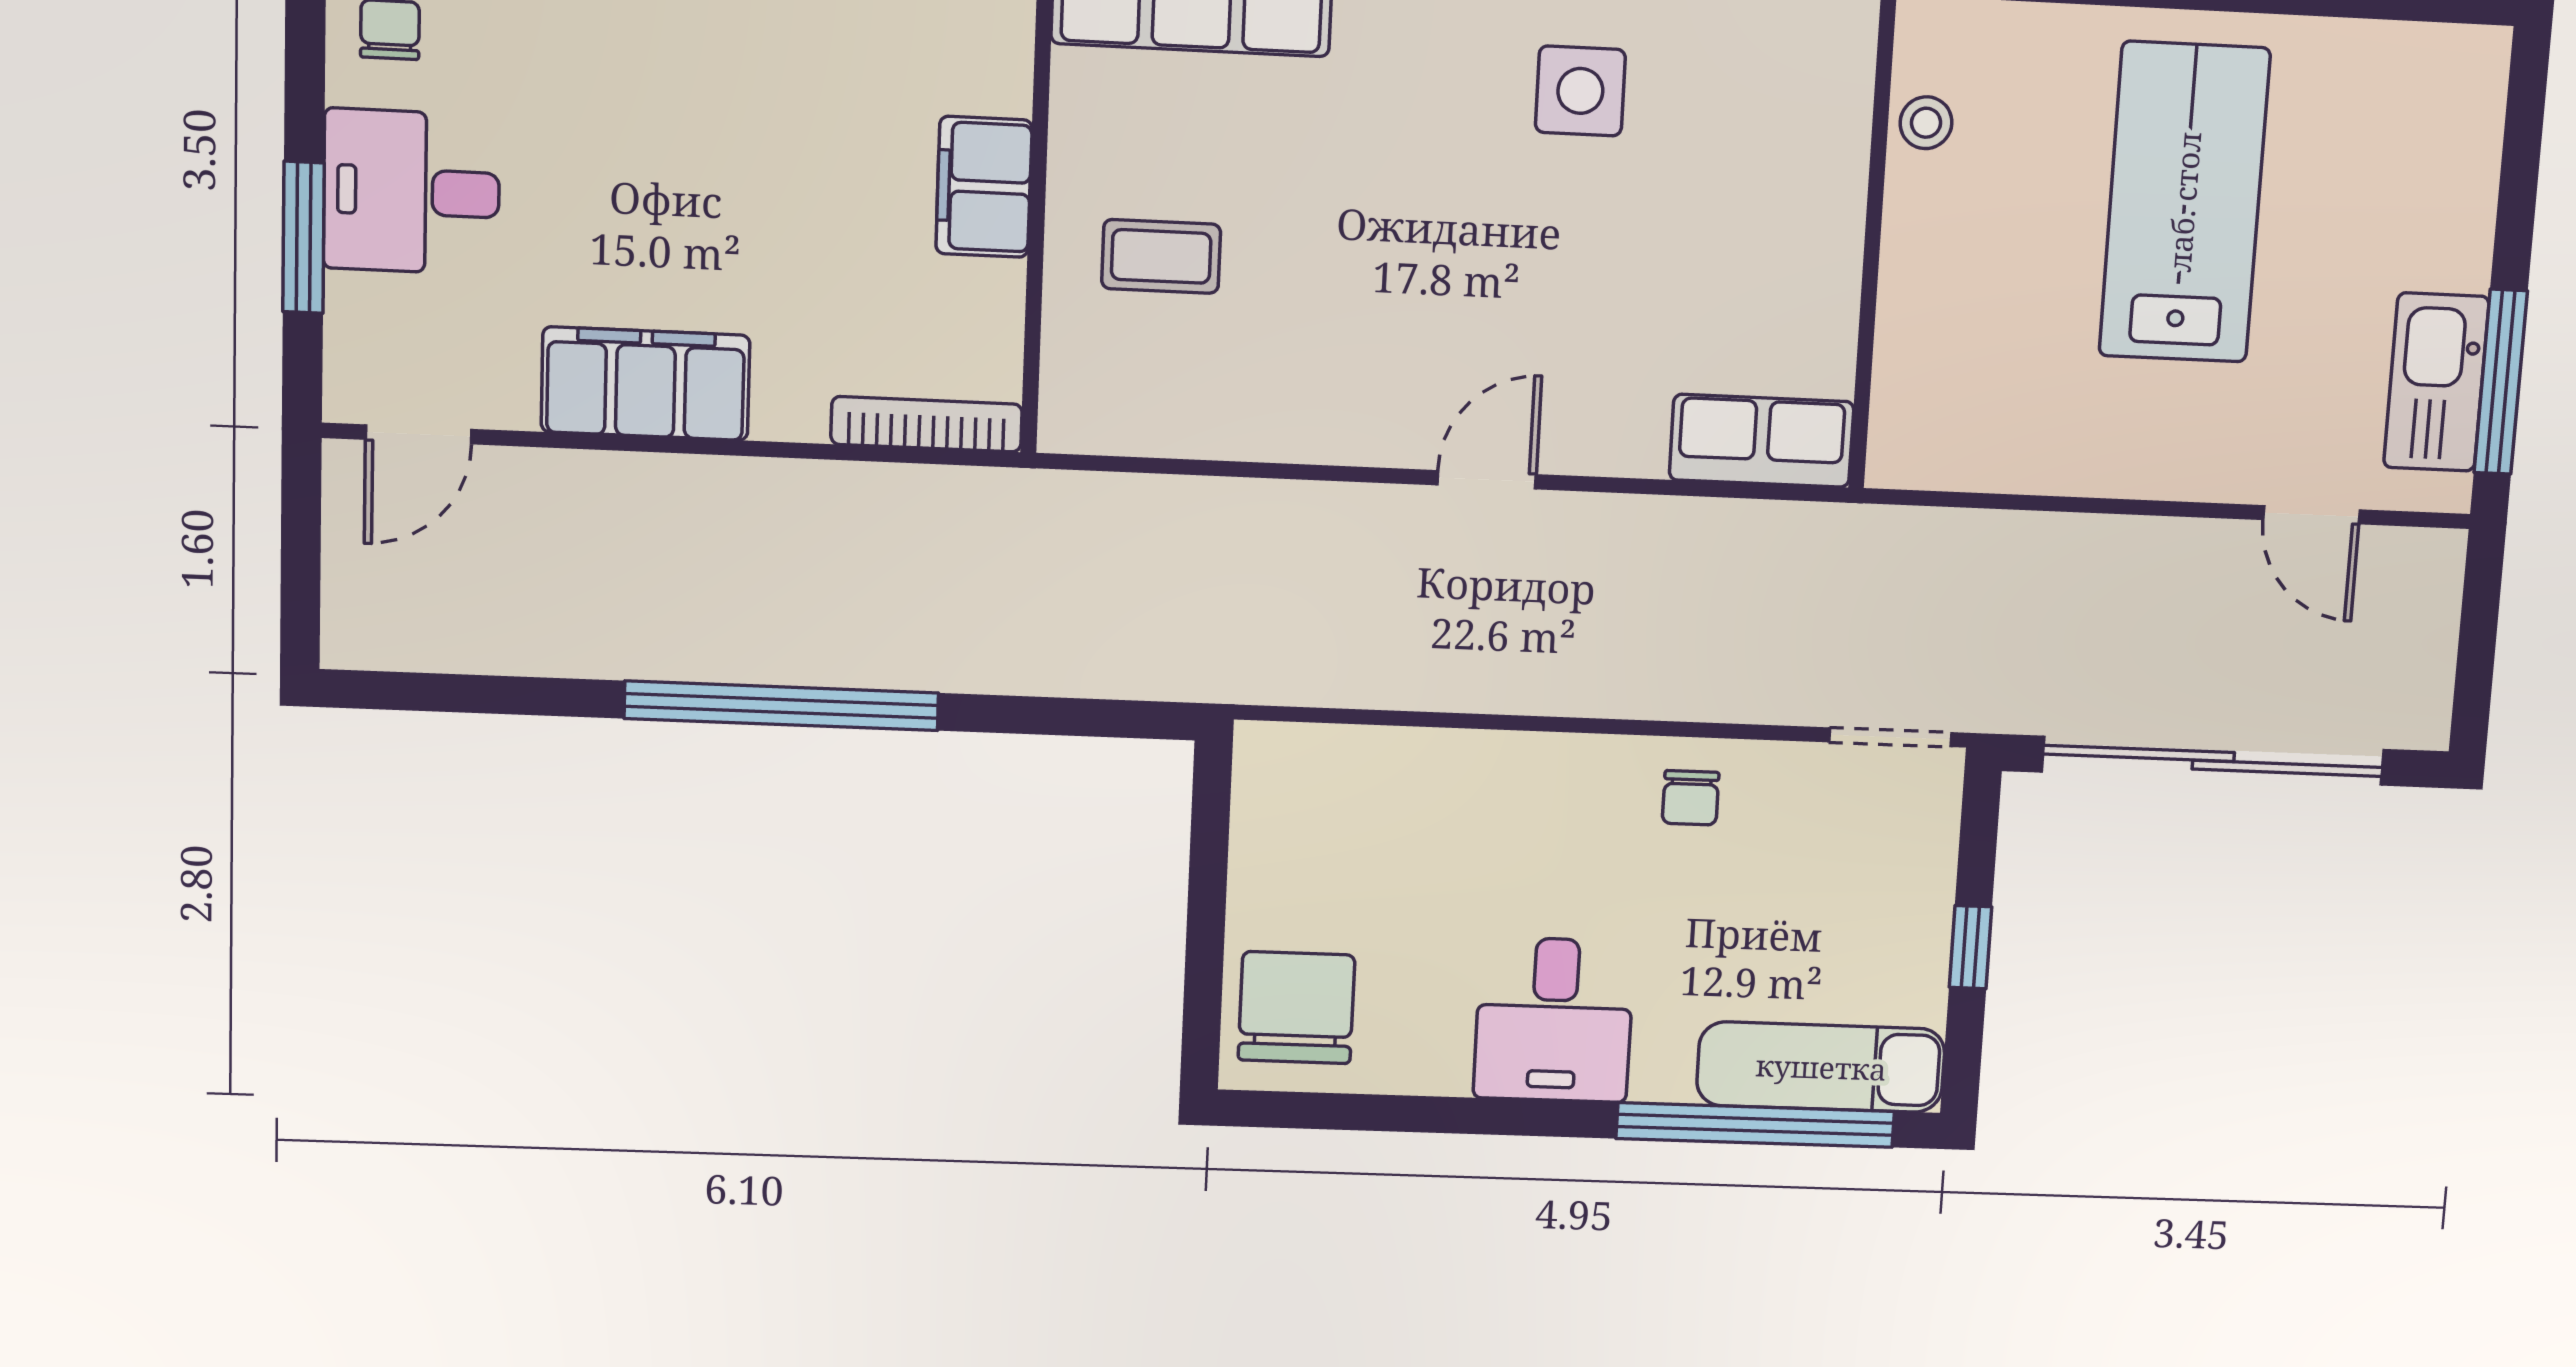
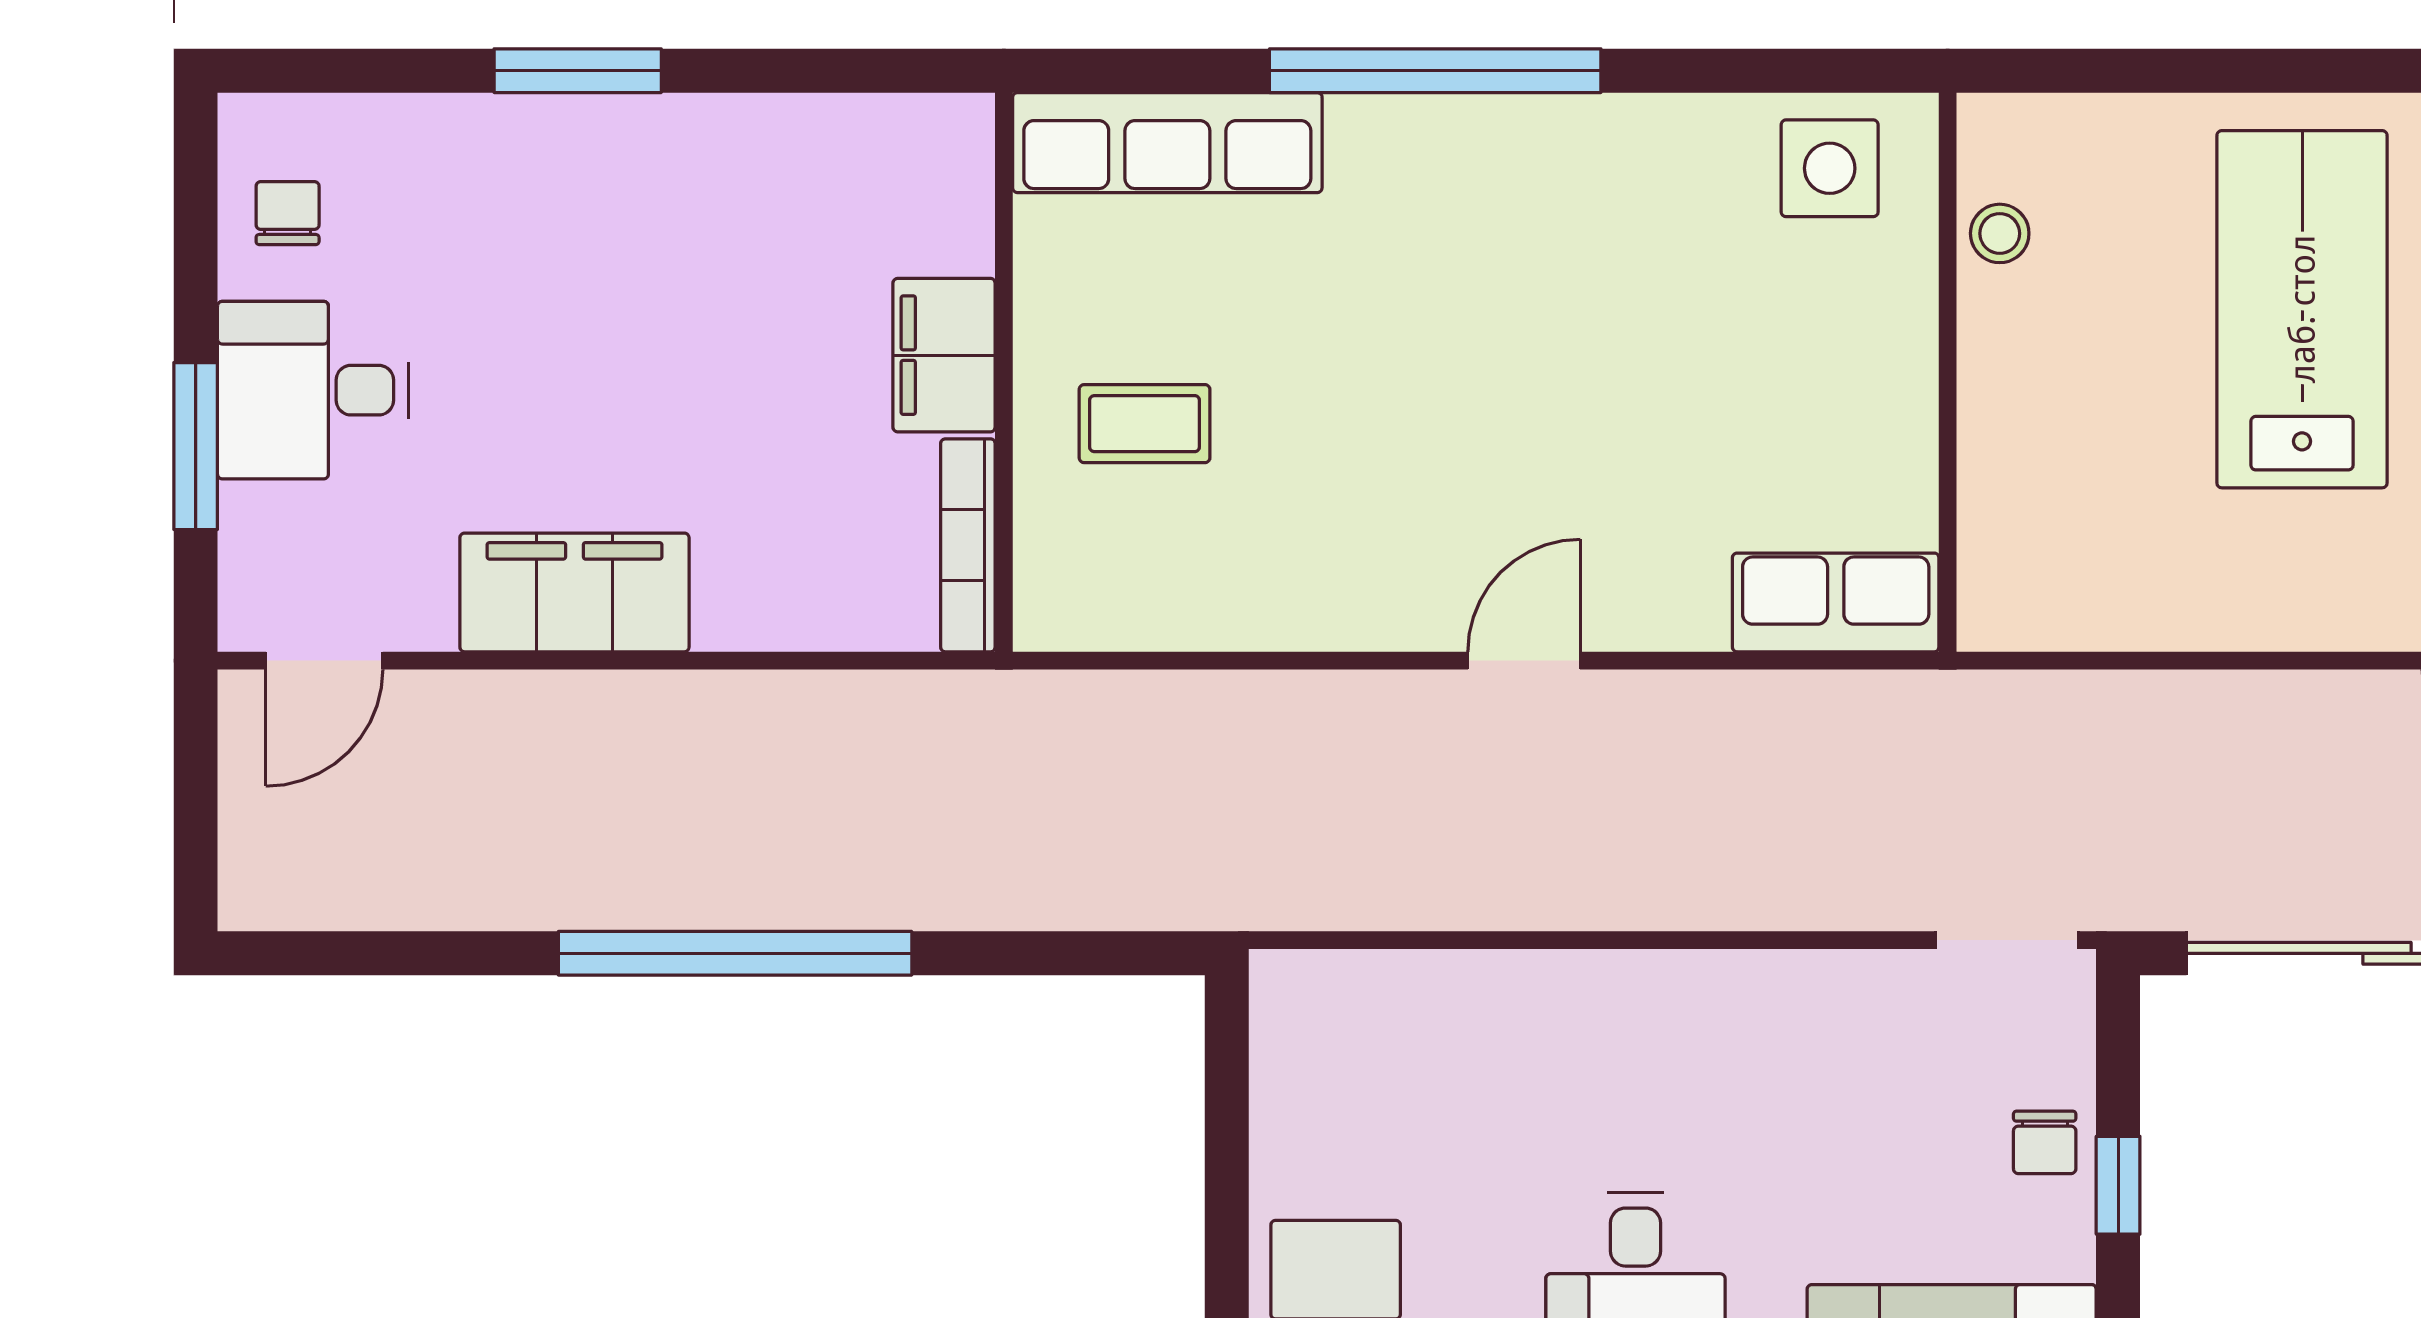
side table: (1580, 91) -> (1830, 168), moved
bookcase: (927, 424) -> (968, 545), moved, turned -90
chair: (1691, 798) -> (2045, 1142), moved

